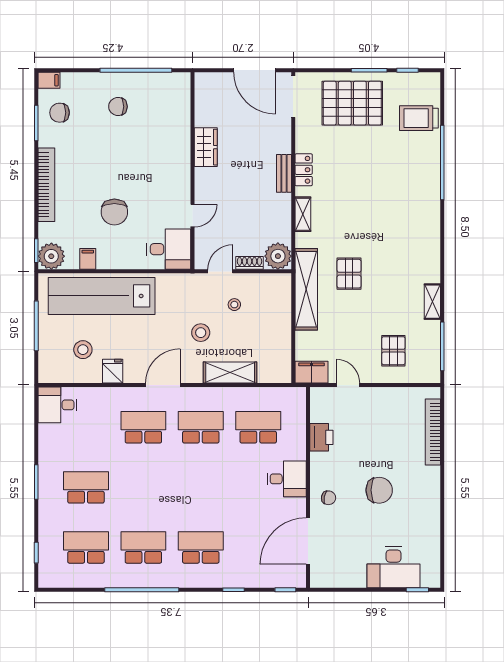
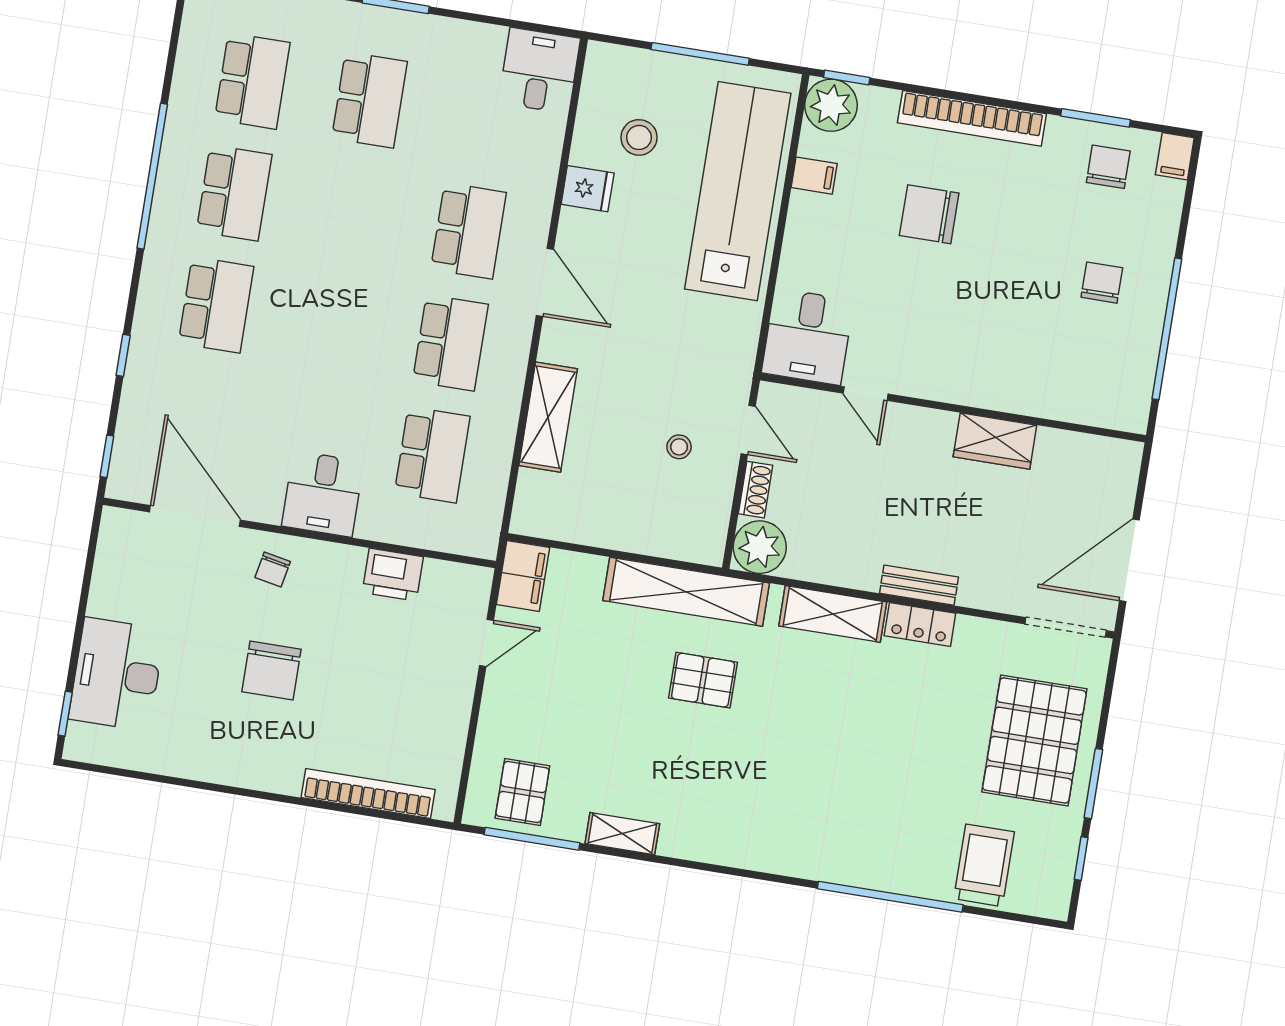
chair: (114, 212) -> (929, 214), moved
shelving: (303, 214) -> (833, 614), width x1.50, depth x1.33
stool: (201, 333) -> (635, 372), removed
pallet: (393, 351) -> (522, 792), moved, turned 90

